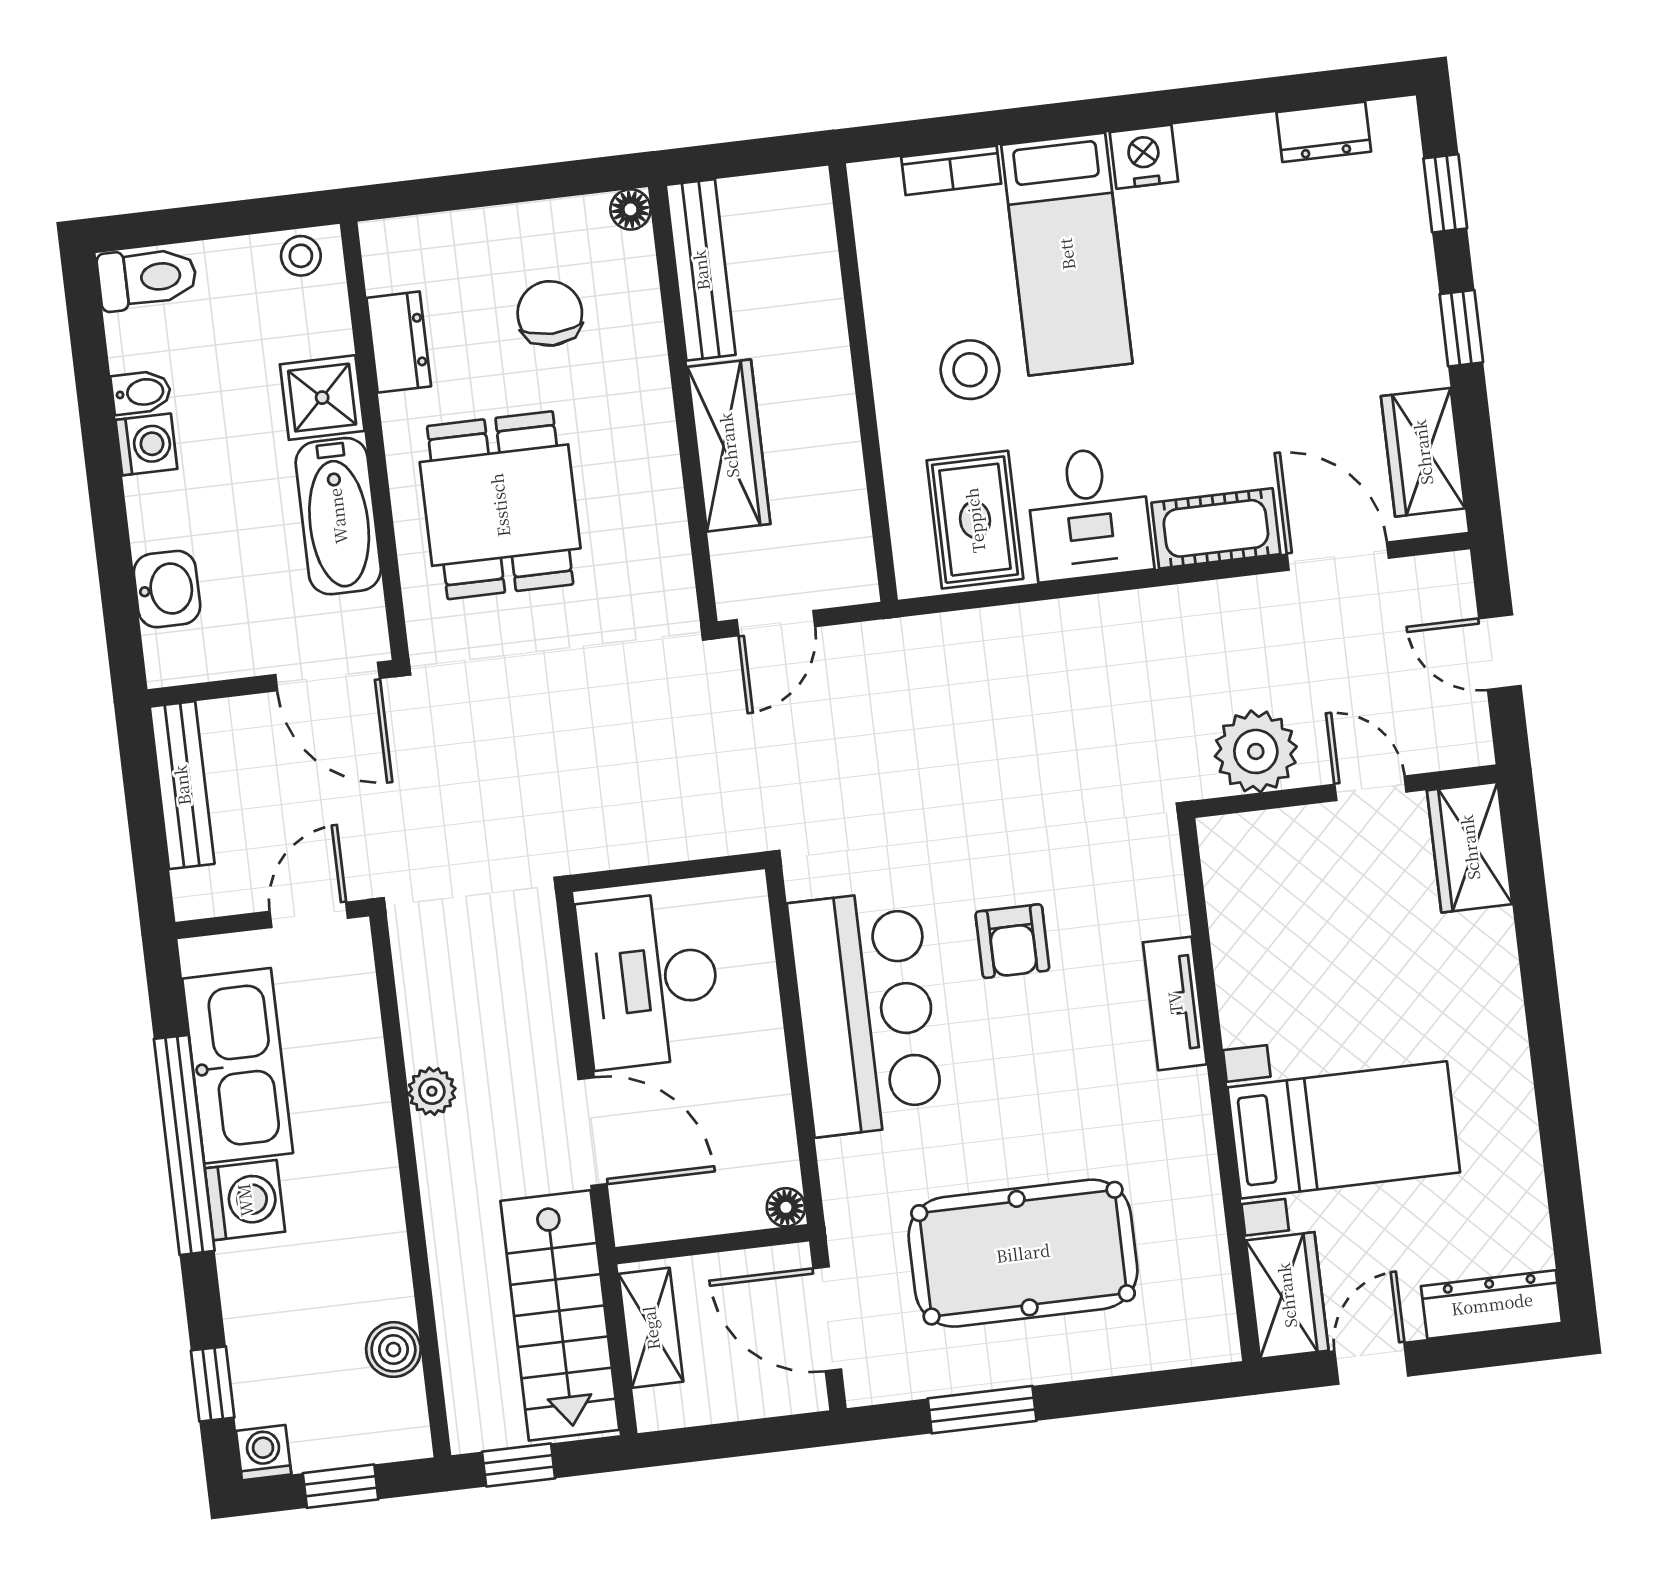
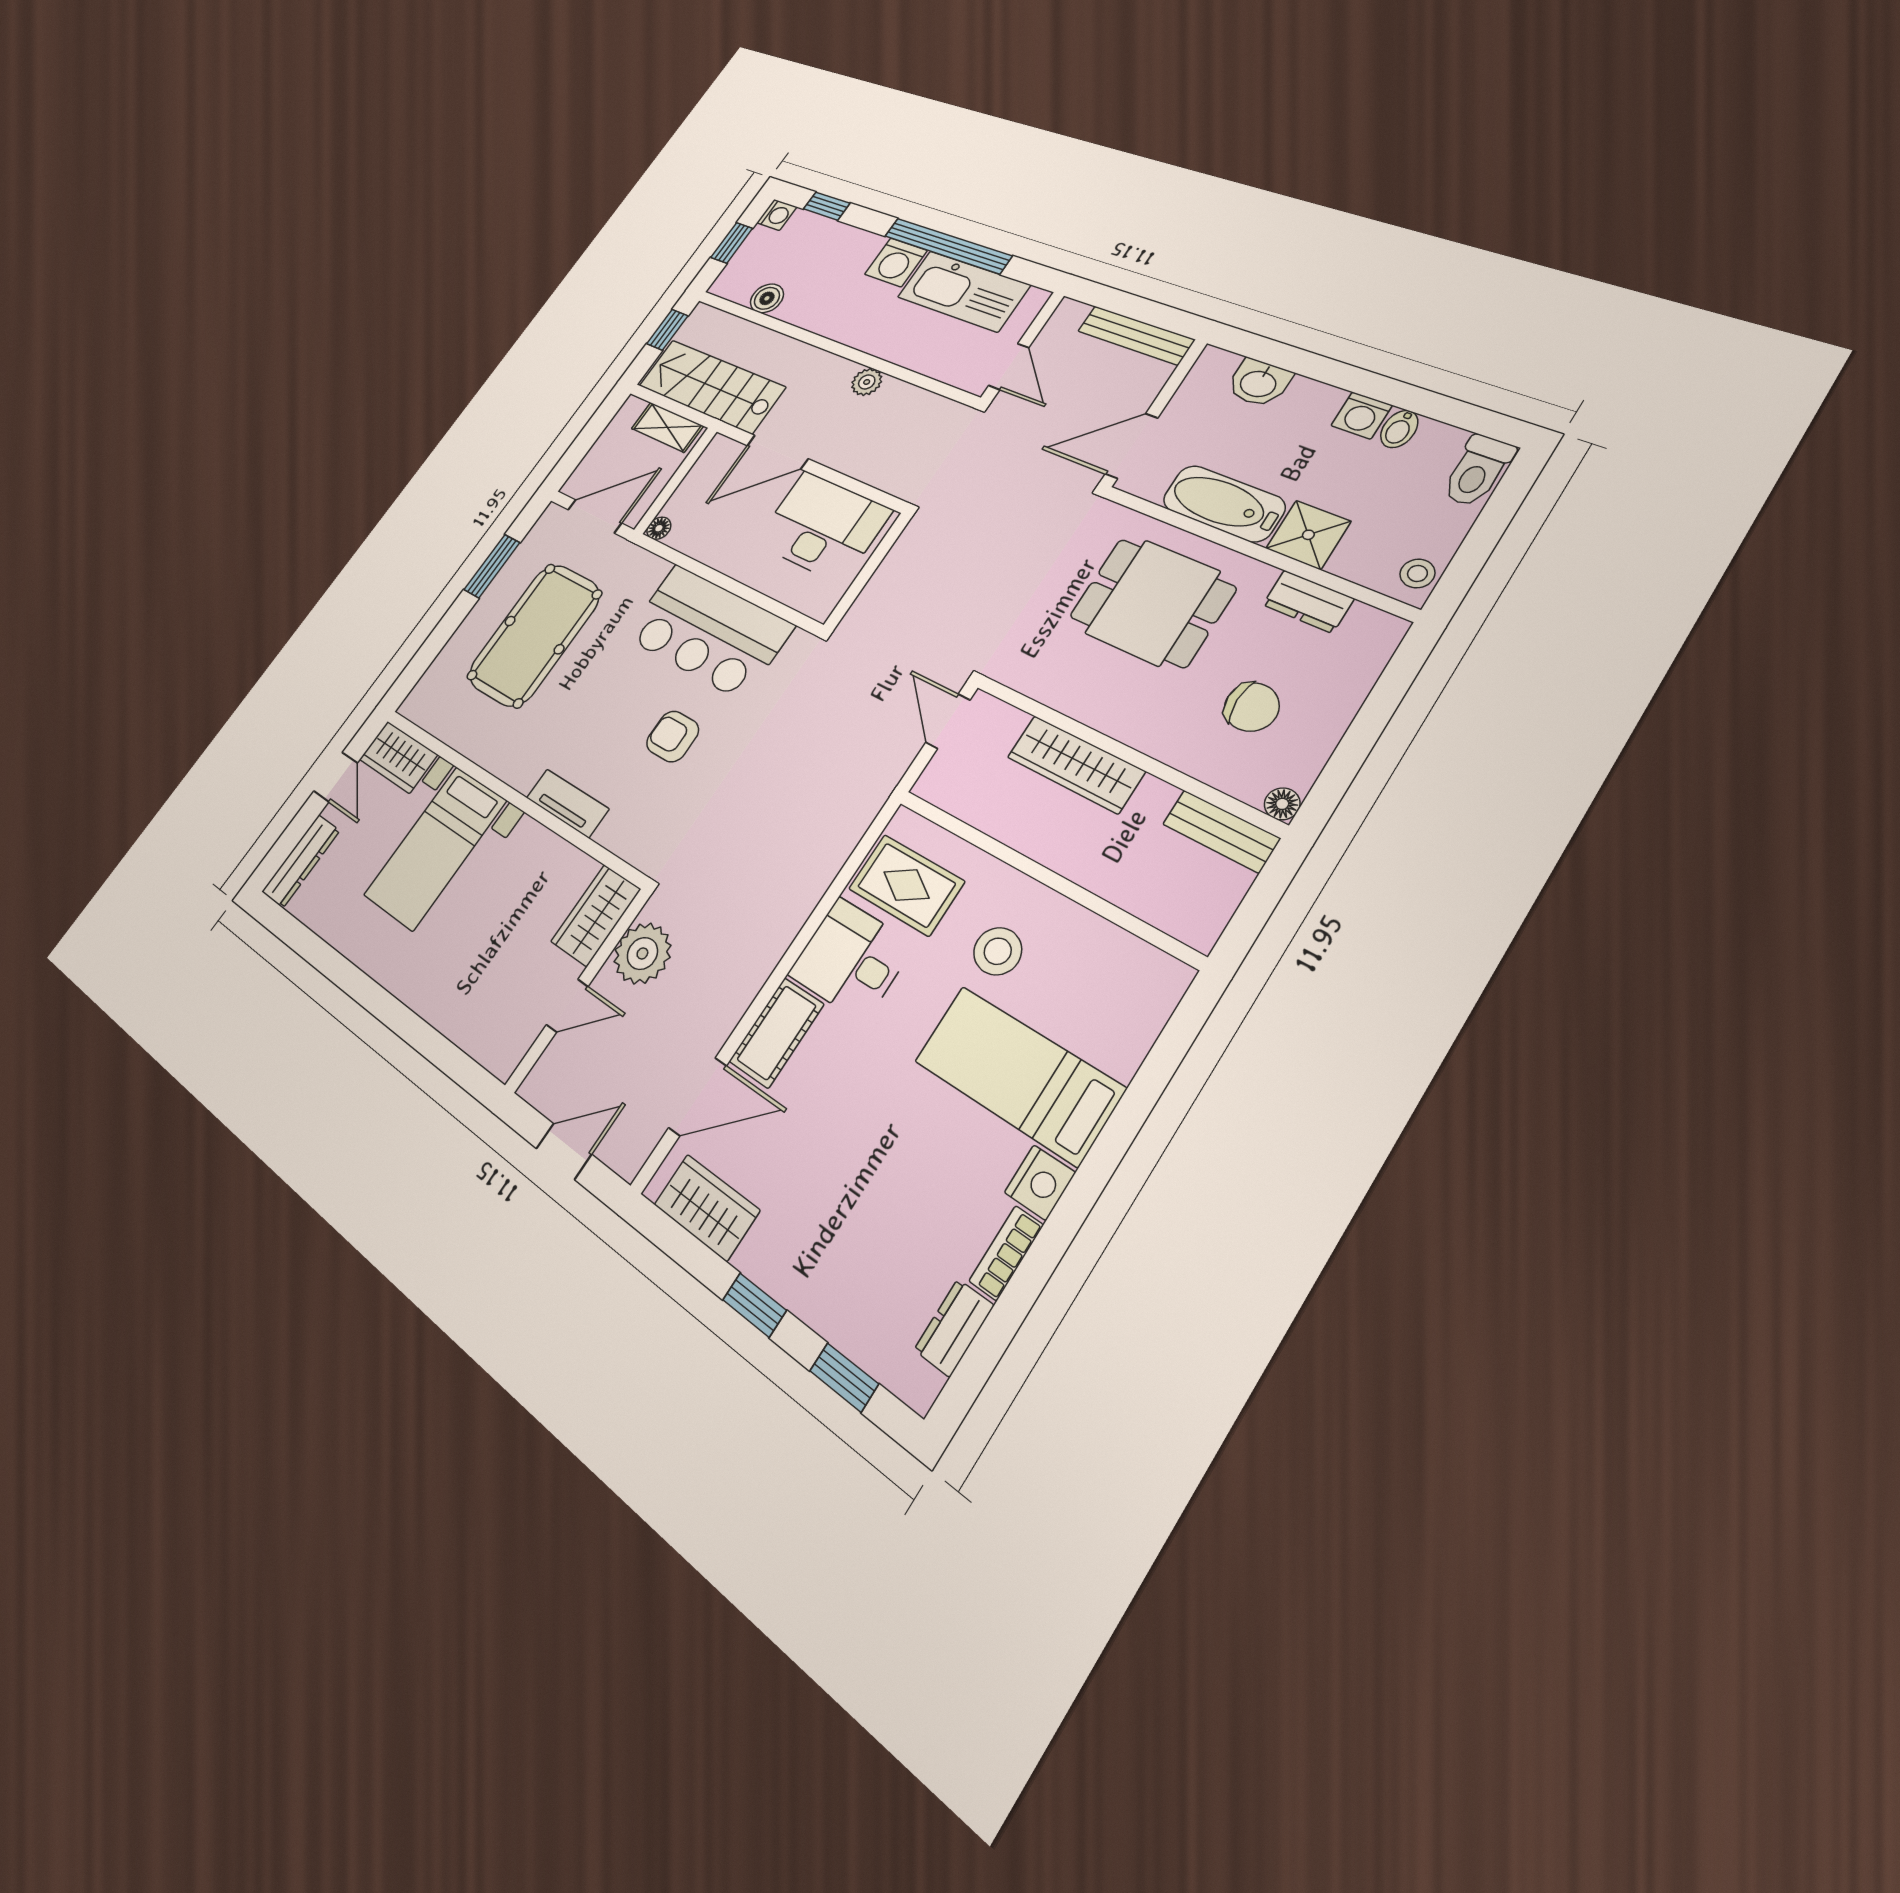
bookcase: (951, 170) -> (1006, 1253), moved
bench: (701, 270) -> (1221, 831), width x0.73
wardrobe: (1470, 847) -> (596, 915), moved, turned -90

